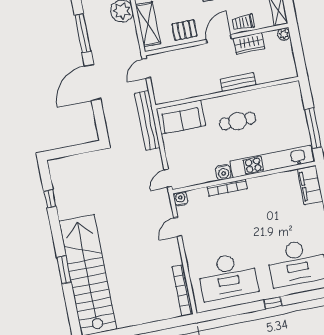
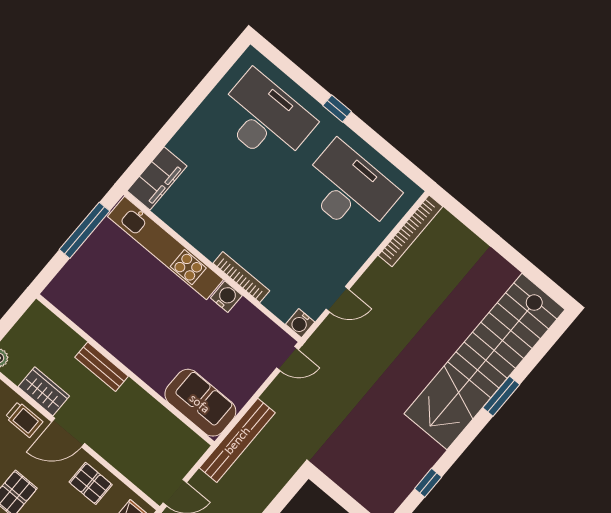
cafe table: (238, 121) -> (150, 329), removed

